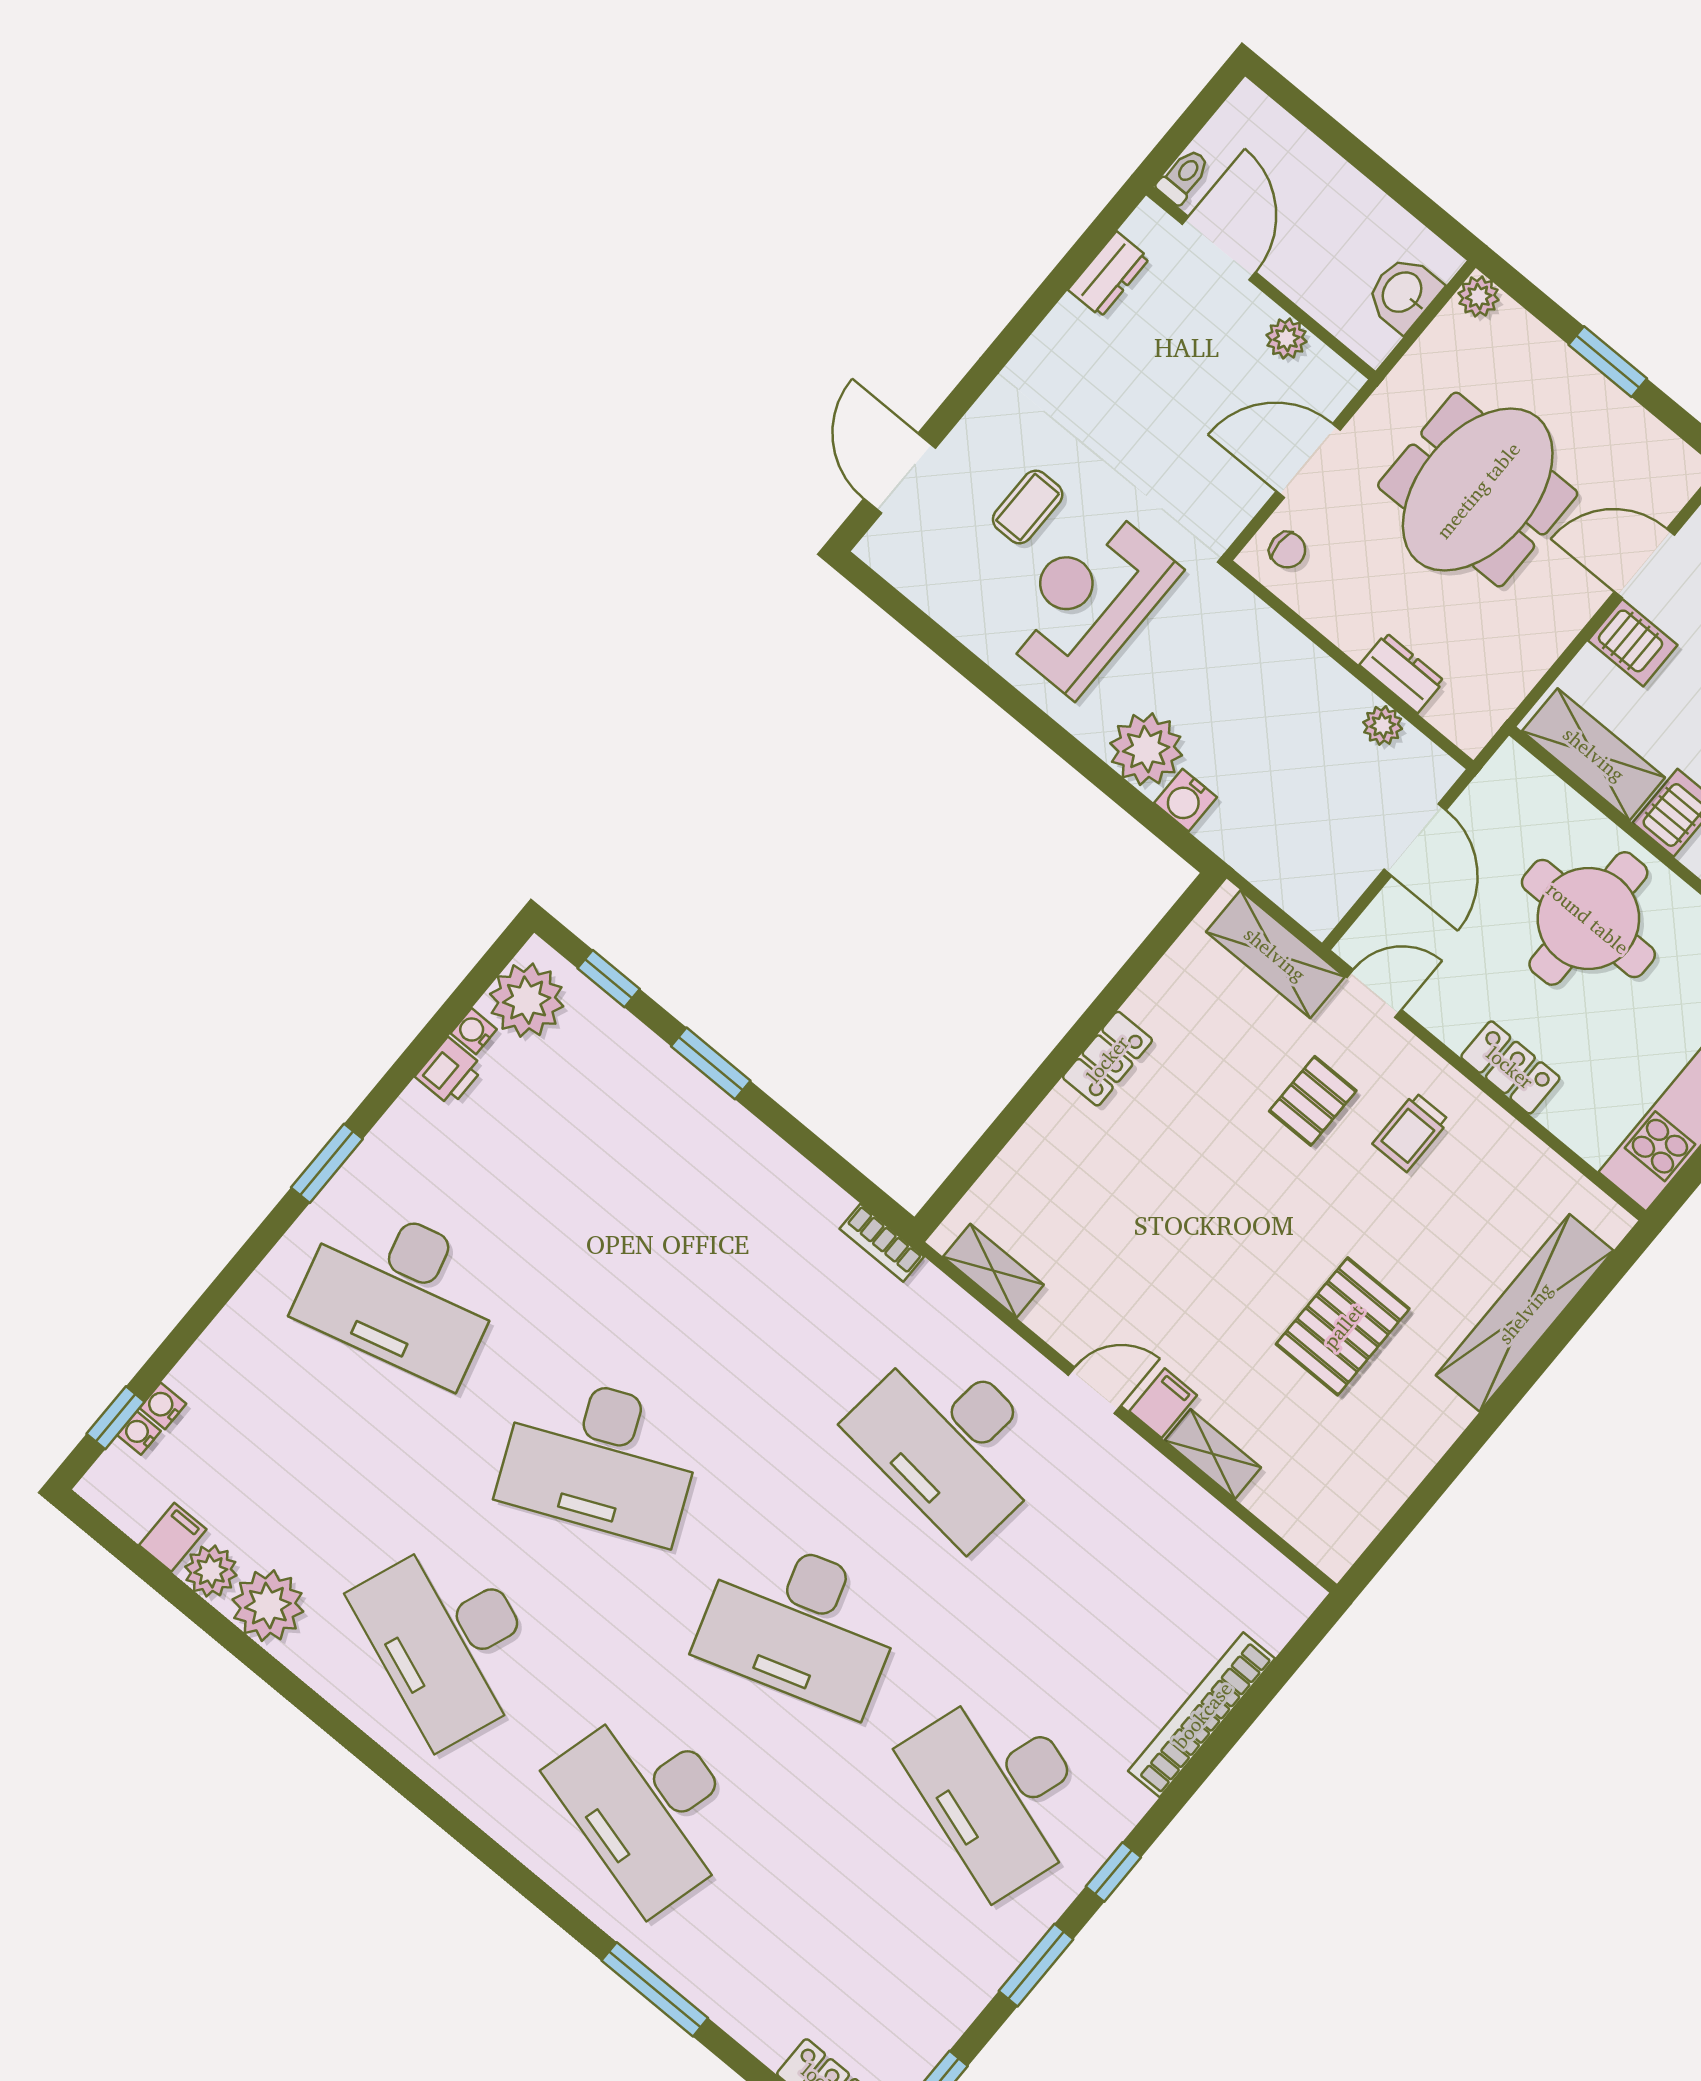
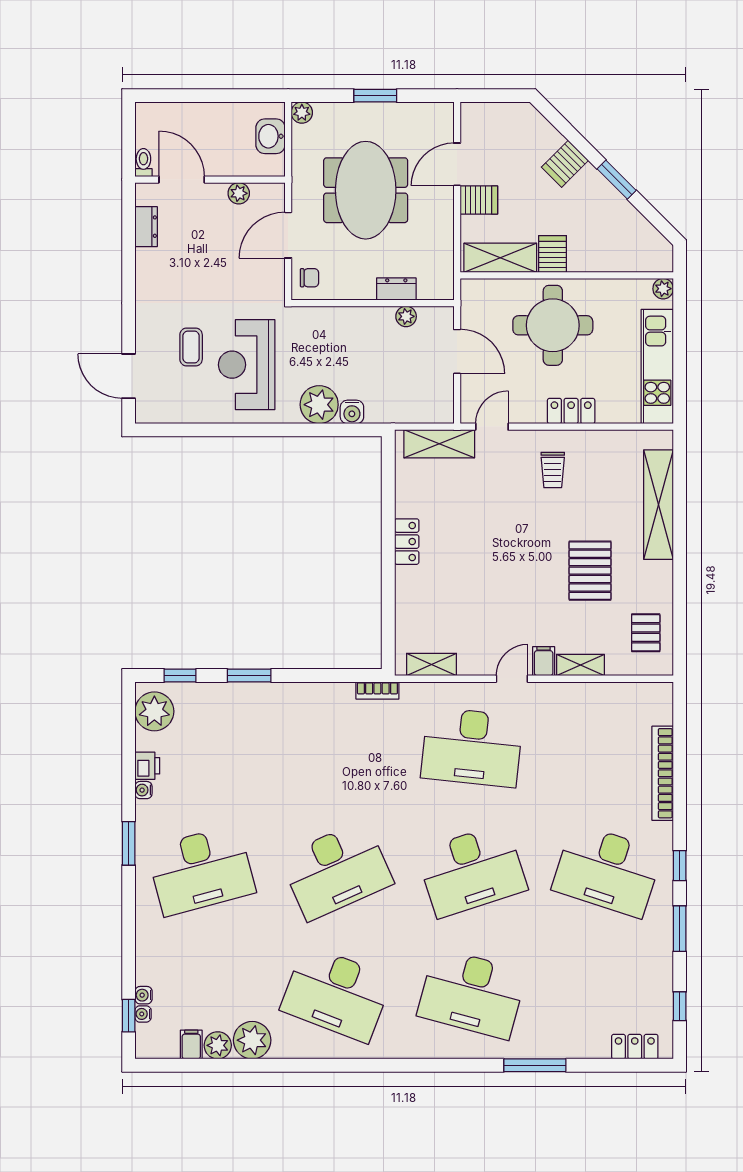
water cooler: (474, 1031) -> (143, 790), moved
pallet: (1313, 1101) -> (646, 633), moved

